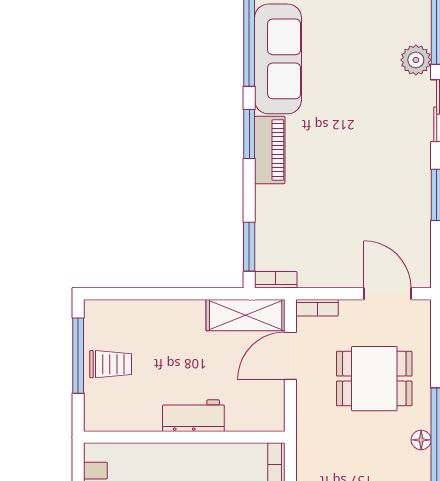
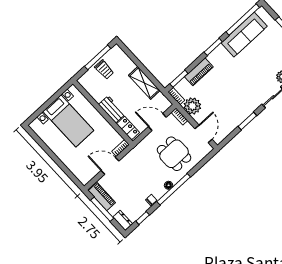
piano: (270, 150) -> (199, 72), moved
plant: (320, 268) -> (192, 106), added
shelving: (246, 315) -> (144, 83), moved
locker: (253, 418) -> (128, 128), added

